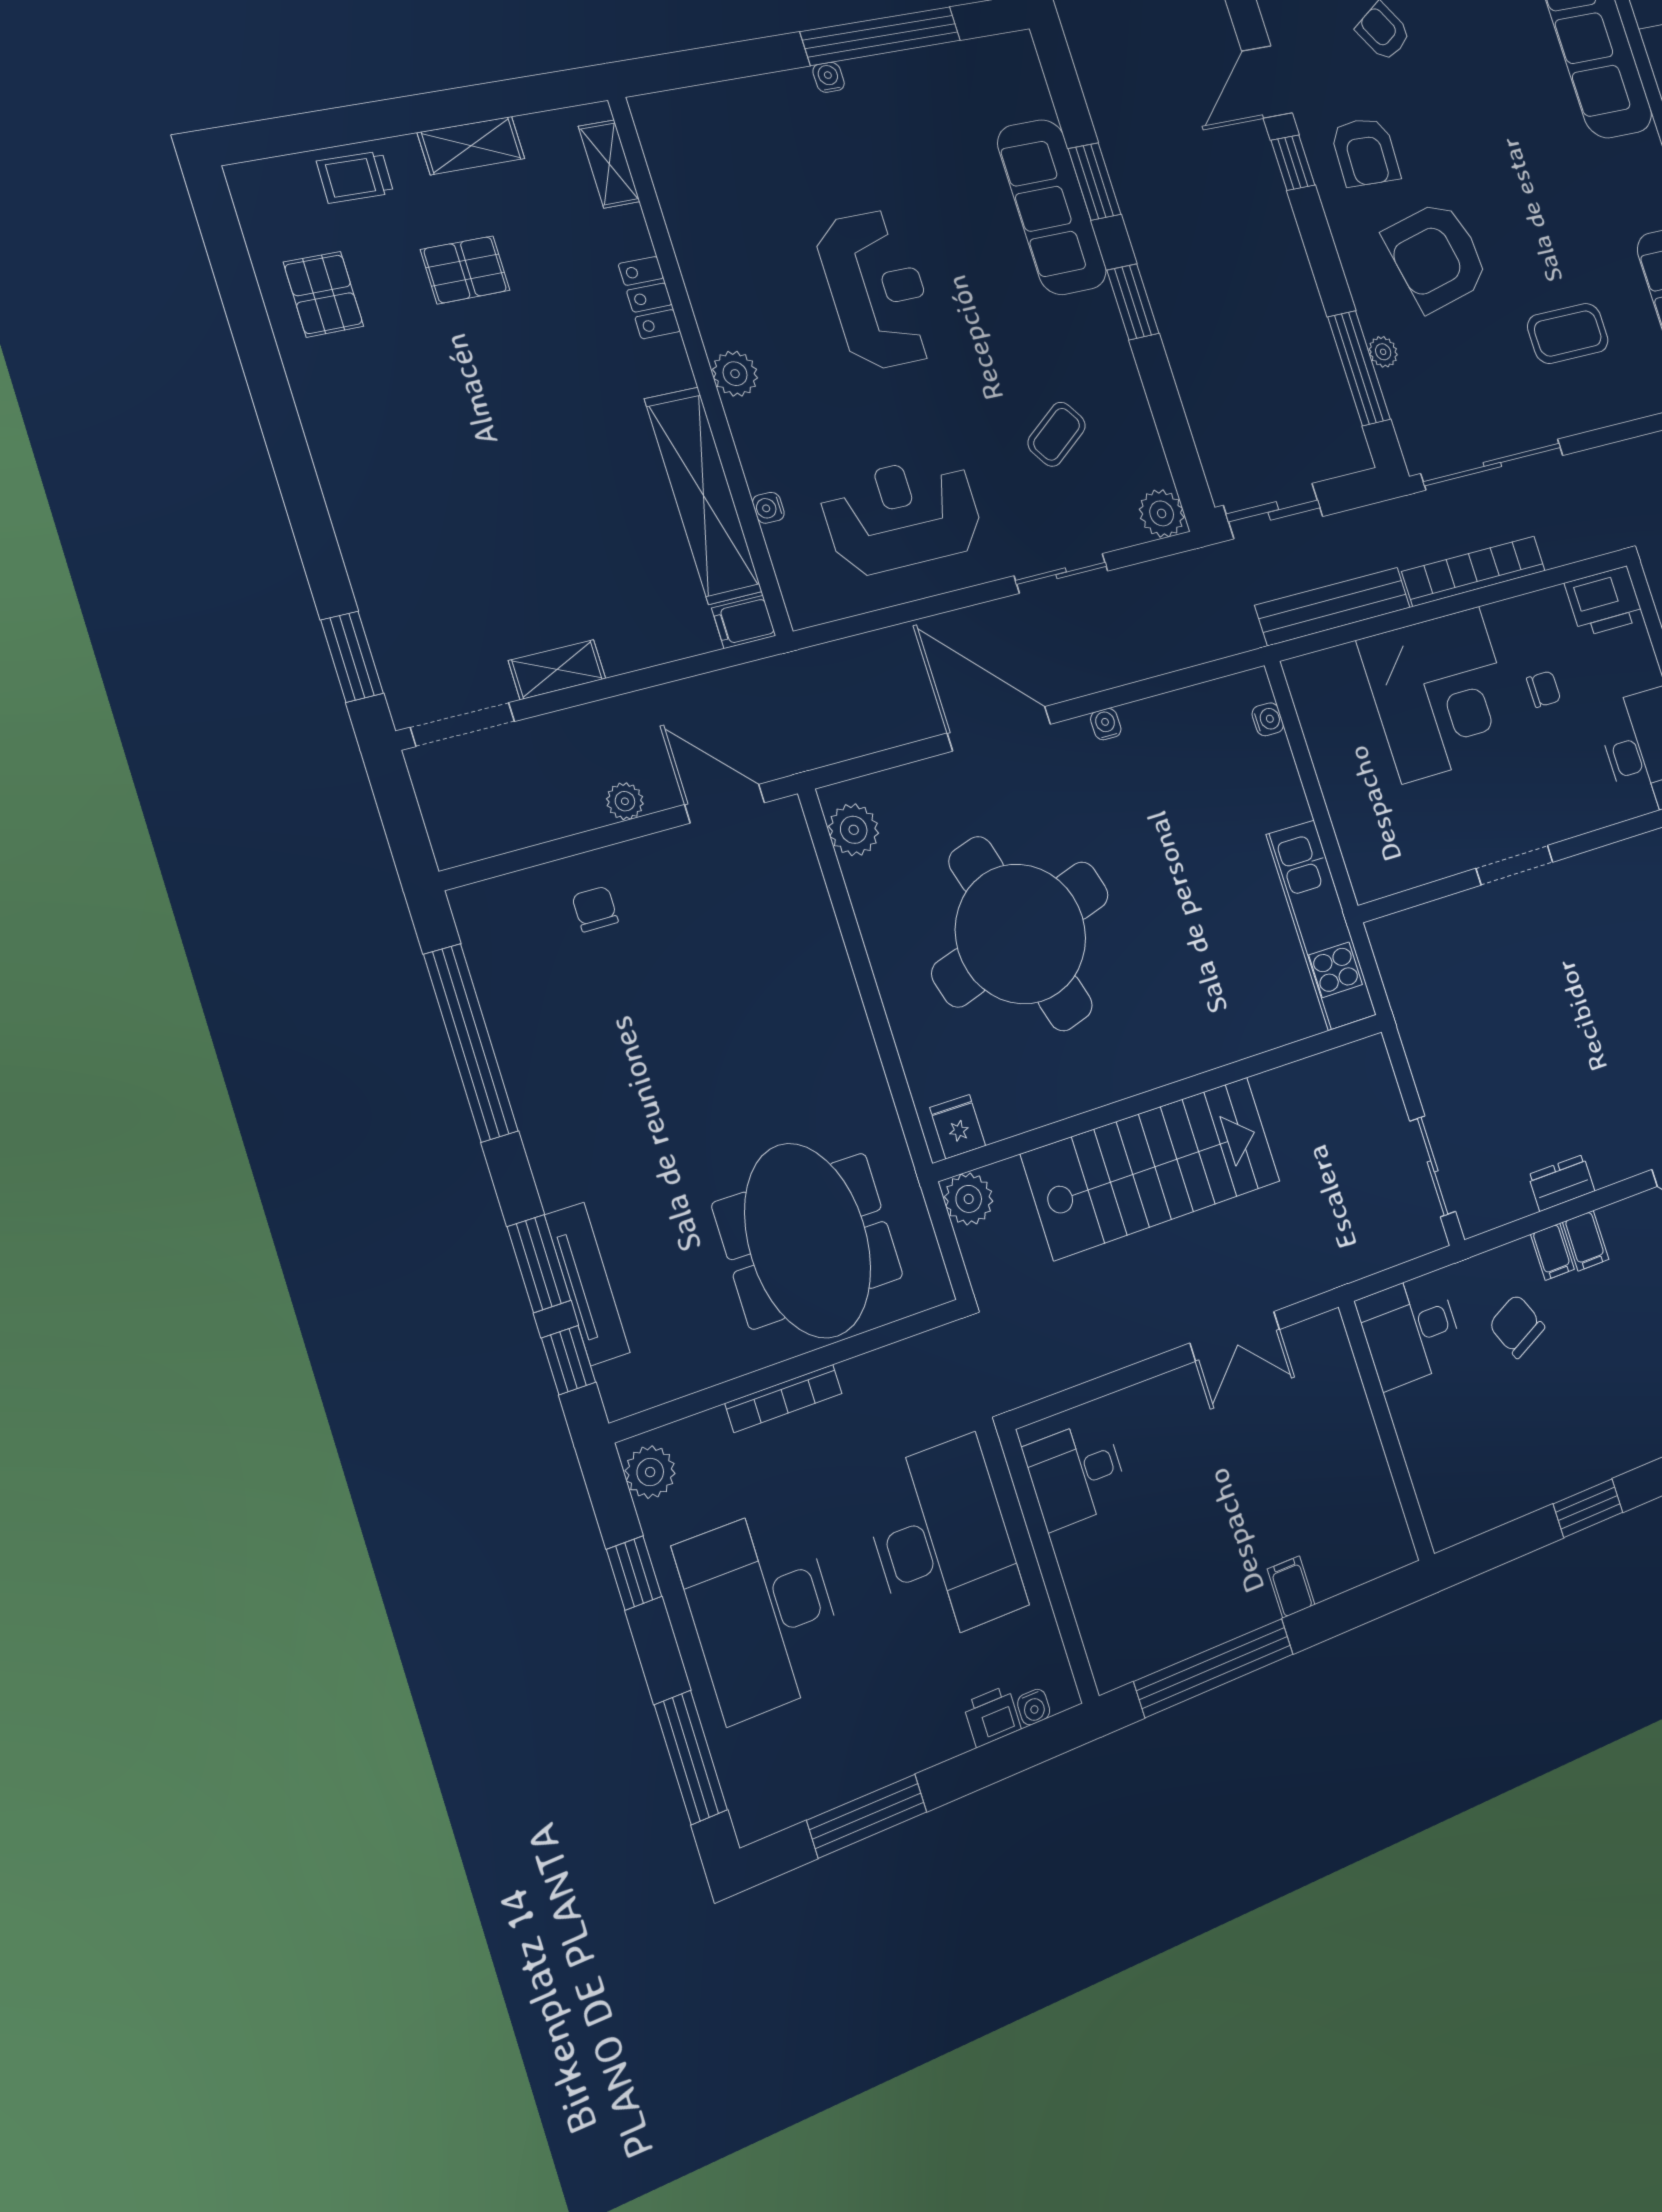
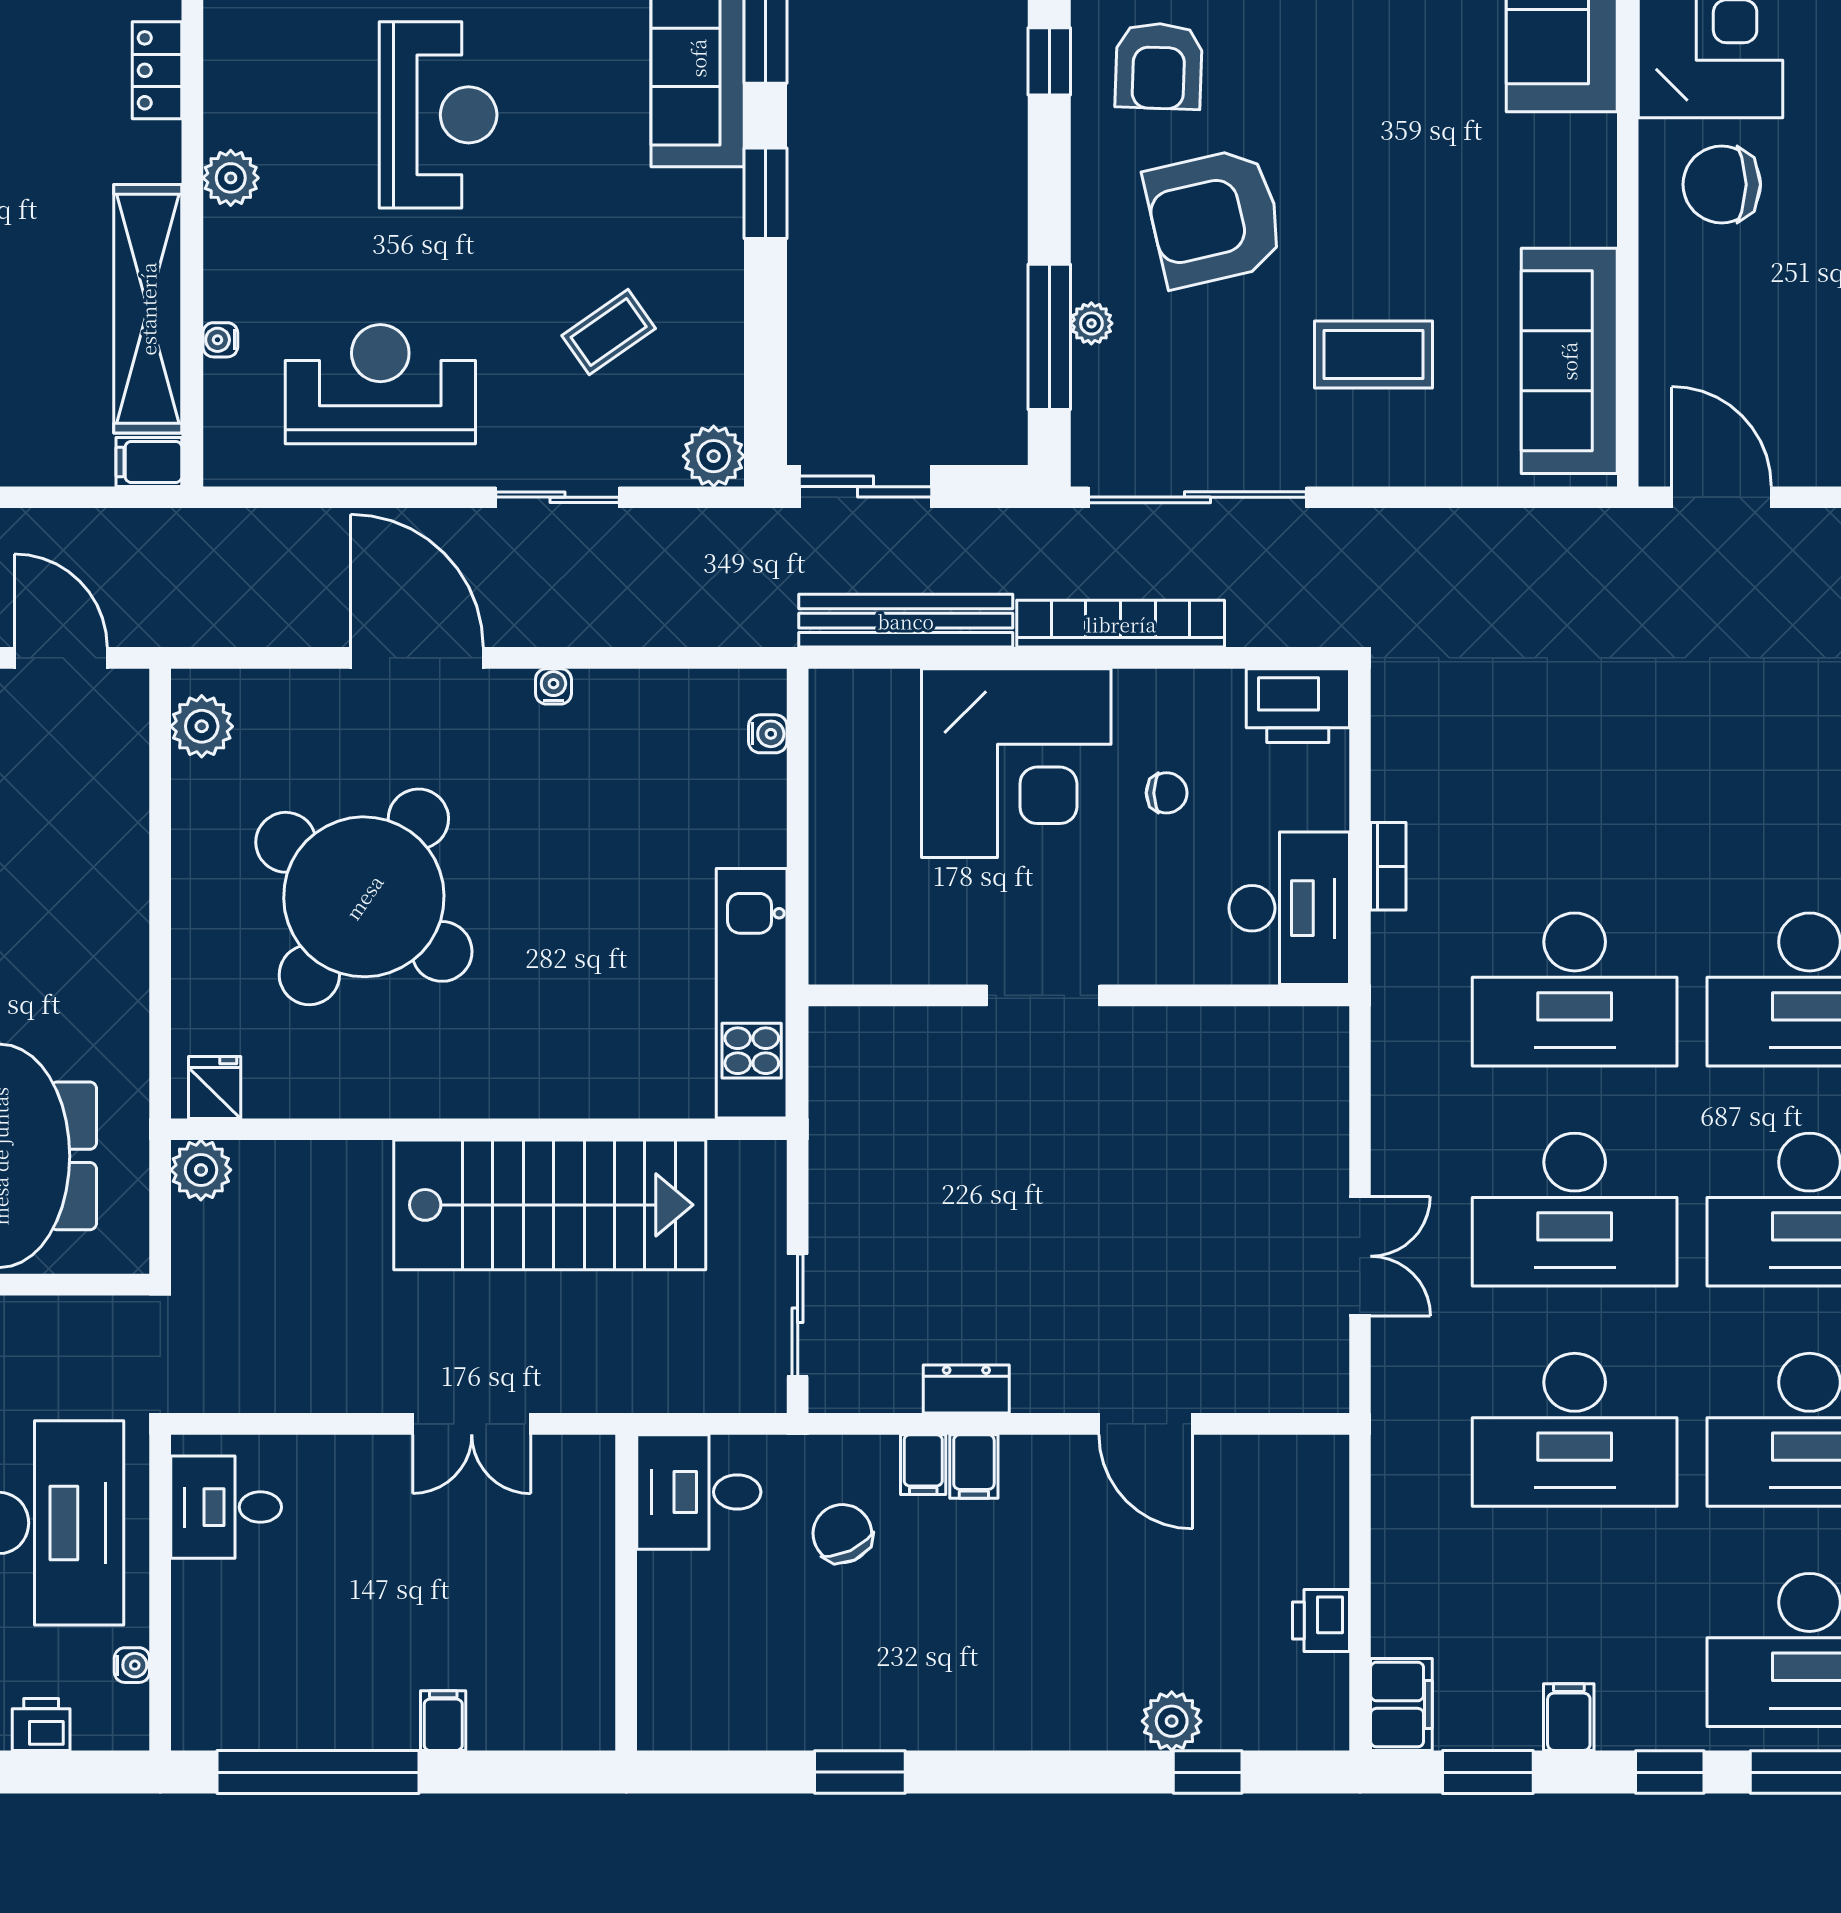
round table: (1021, 934) -> (364, 897), turned -38
stairs: (1152, 1168) -> (550, 1205), moved
water cooler: (1034, 1707) -> (132, 1665), moved, turned -90

